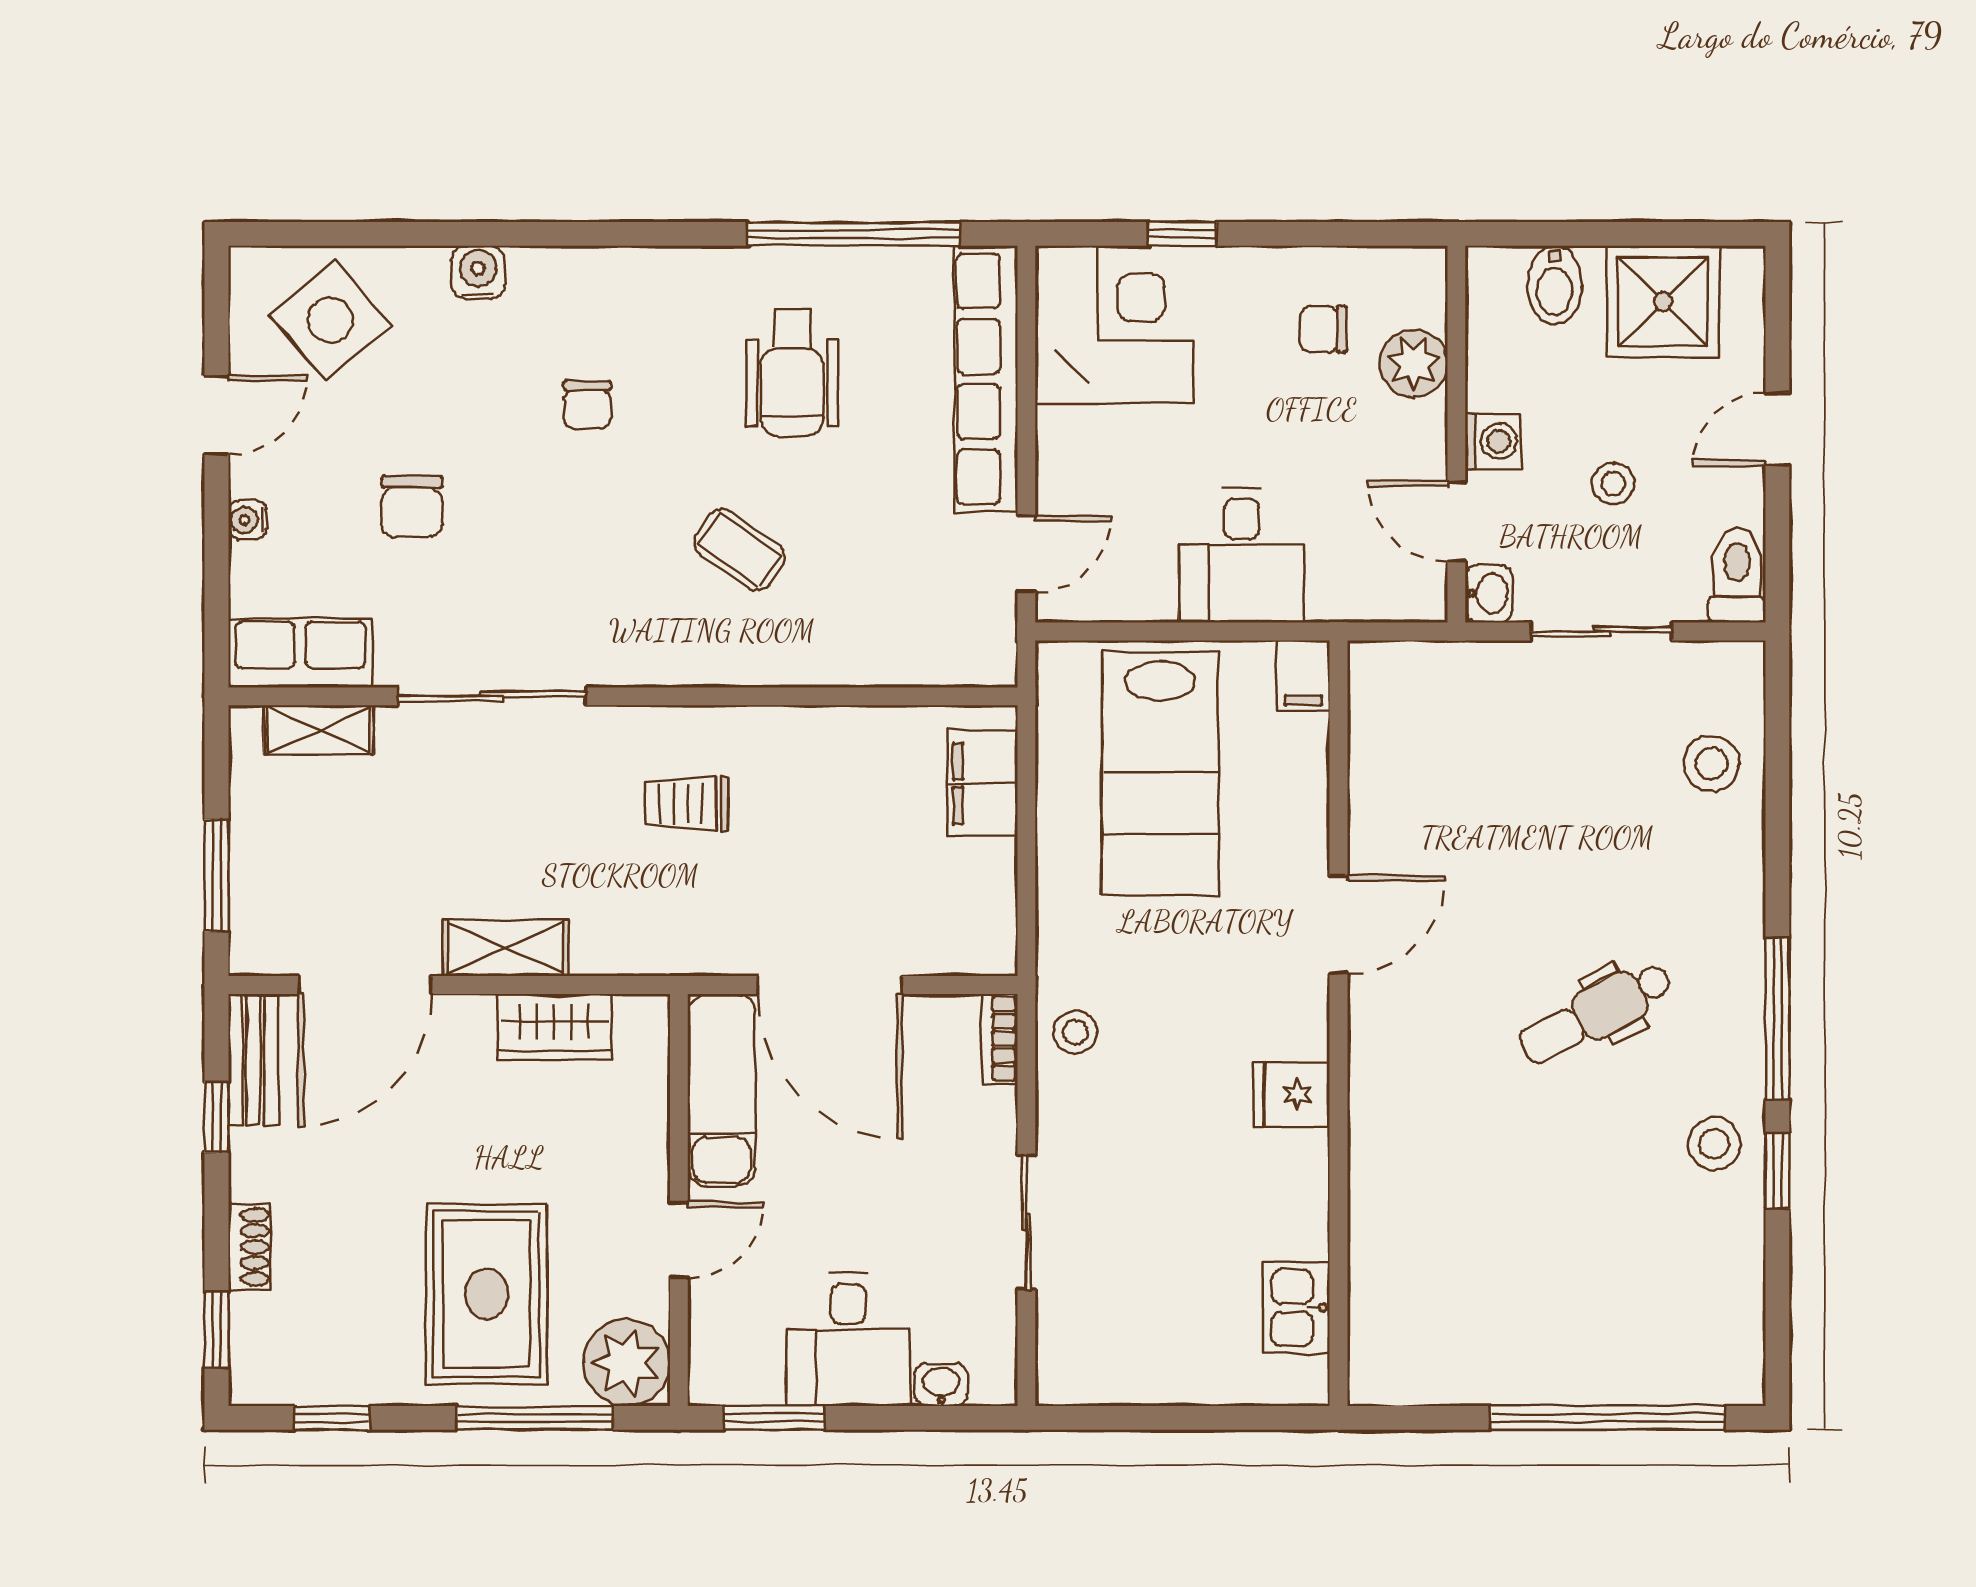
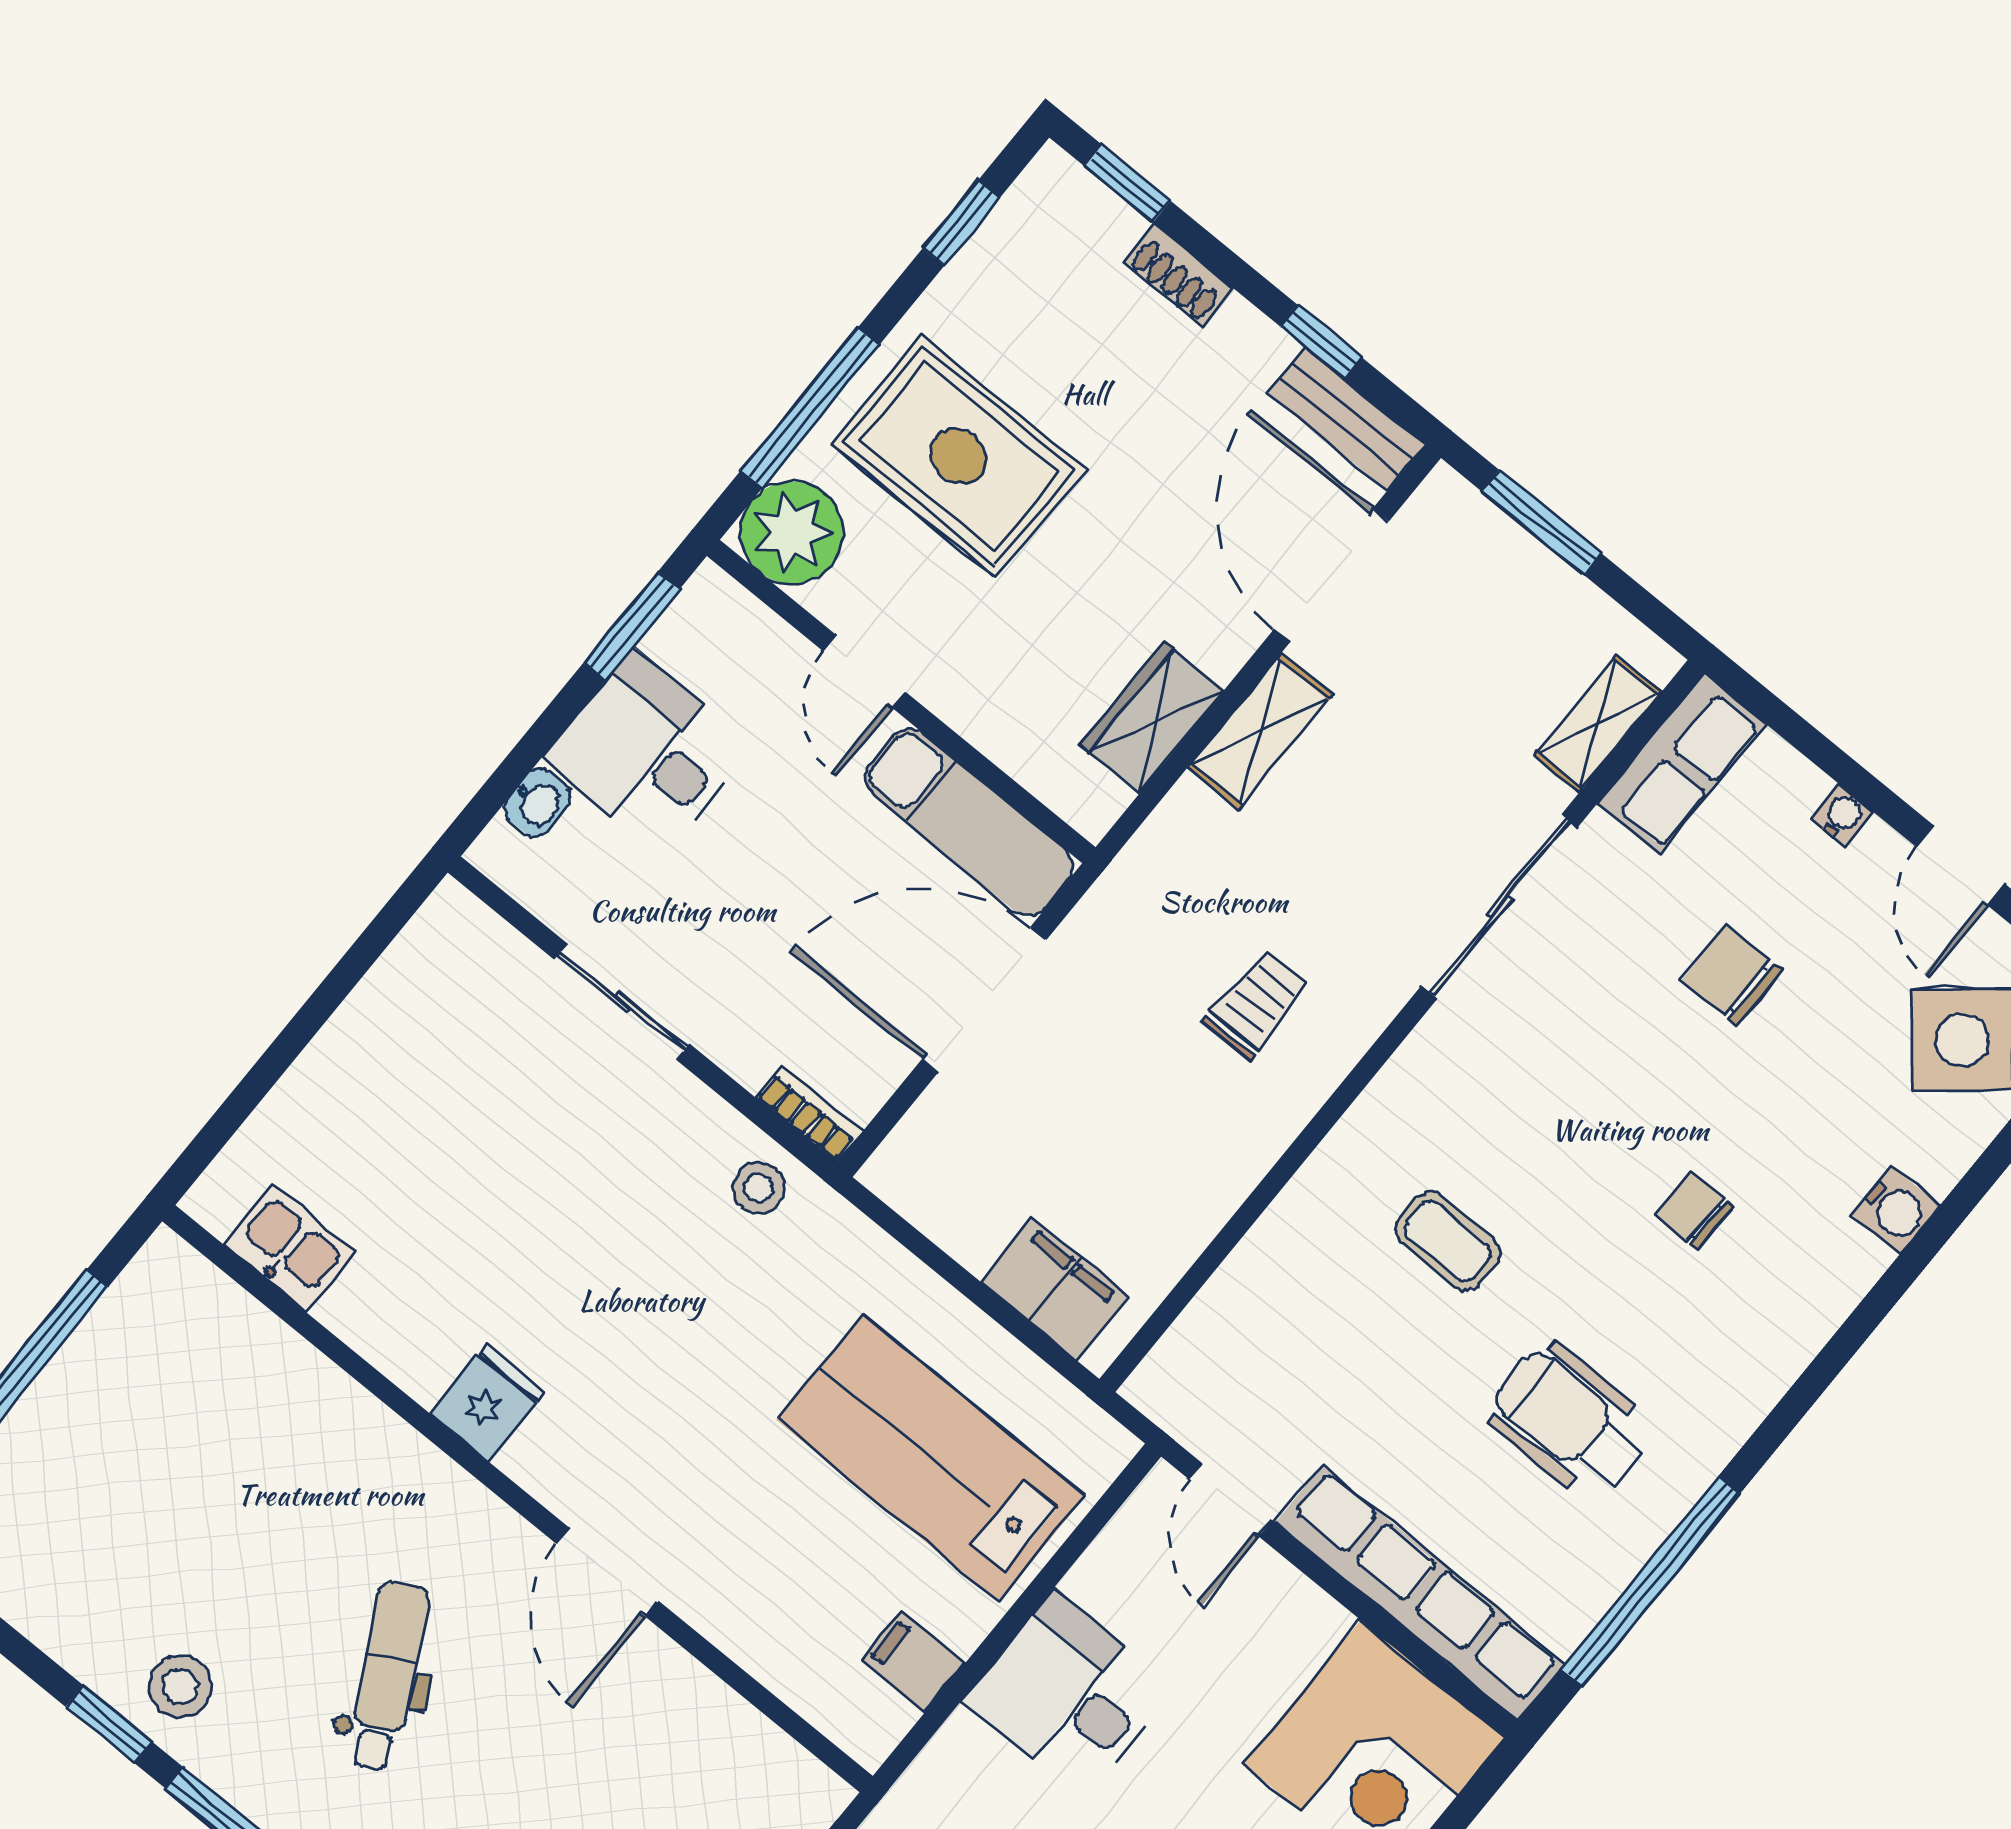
coffee table: (739, 550) -> (1448, 1241), turned 55
door: (1339, 925) -> (607, 1572), moved
wall: (1339, 1023) -> (517, 1499), moved
fridge: (1291, 1095) -> (487, 1402), moved
kitchen sink: (1297, 1308) -> (290, 1248), moved

